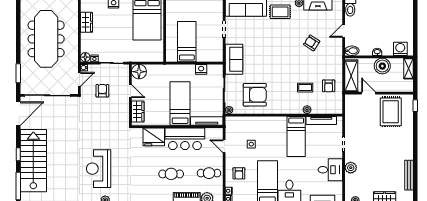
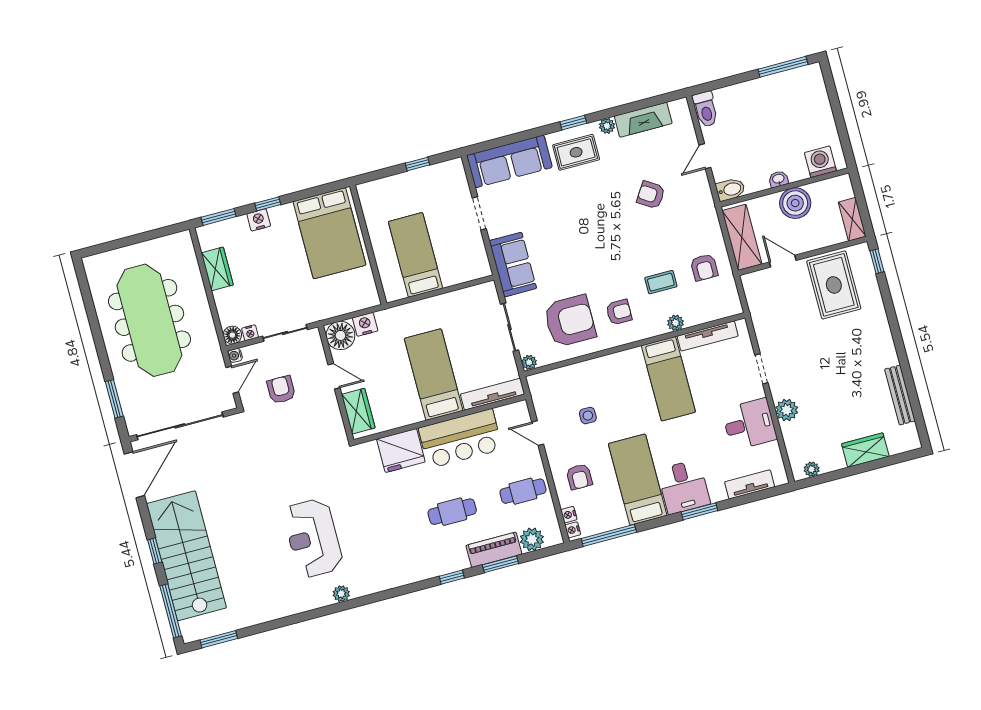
shelving: (408, 68) -> (852, 219), moved
nightstand: (201, 69) -> (365, 324), moved
armchair: (280, 97) -> (619, 312), added

